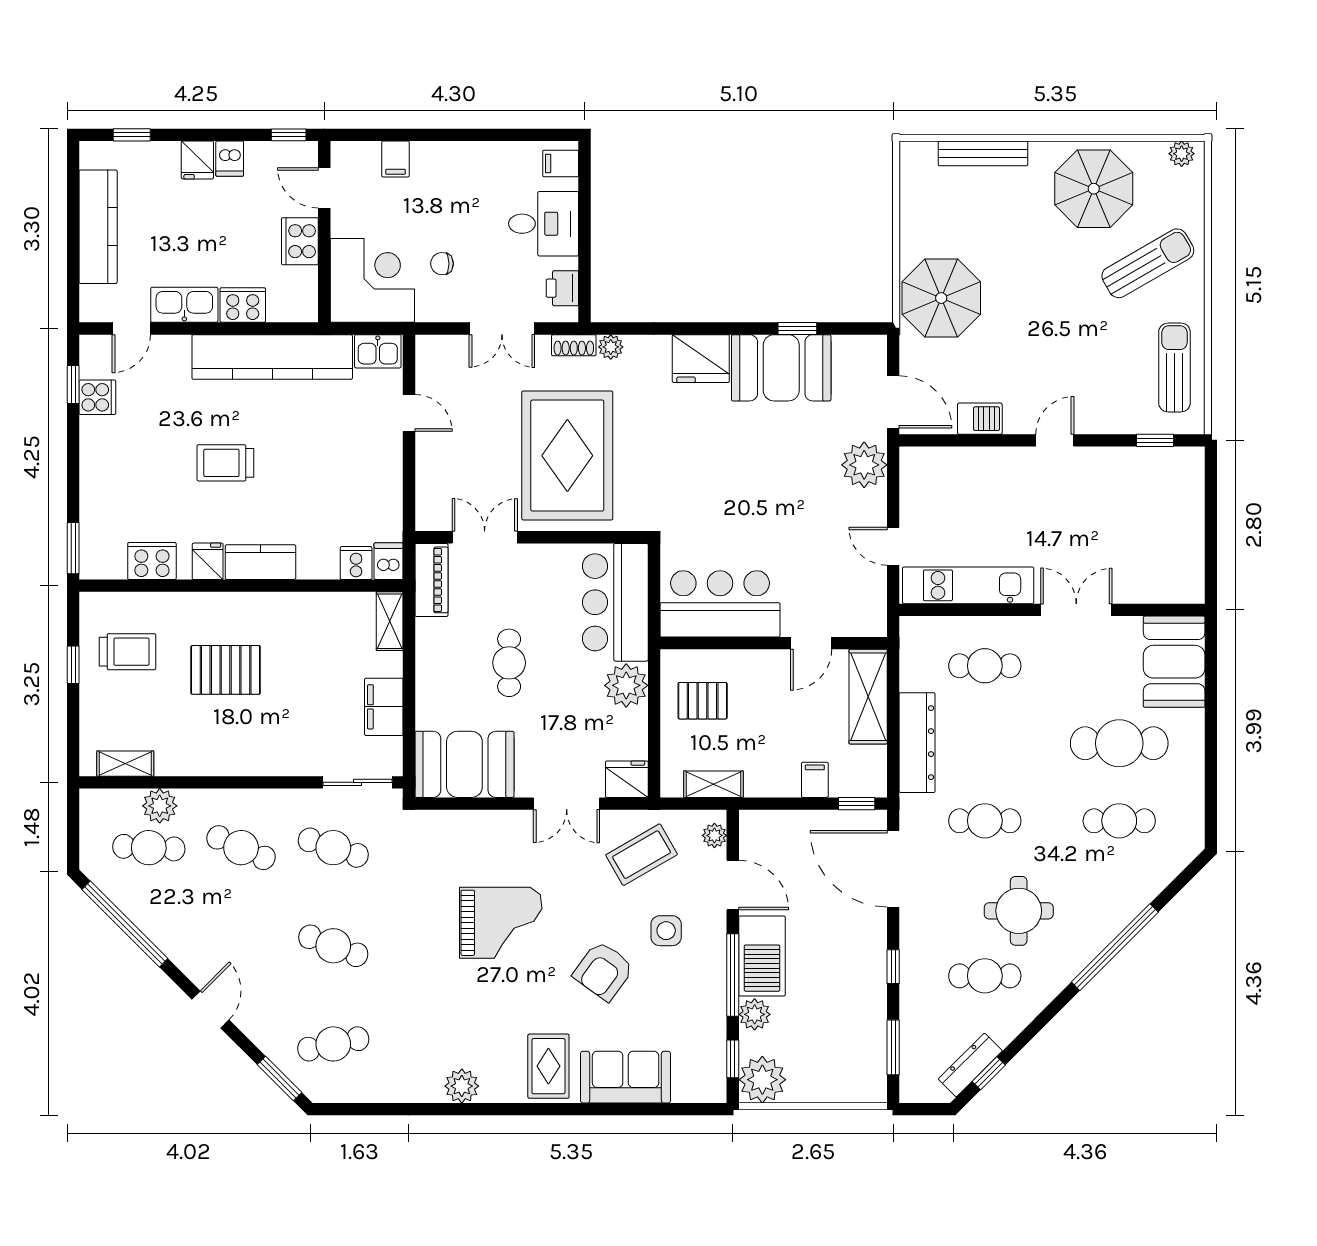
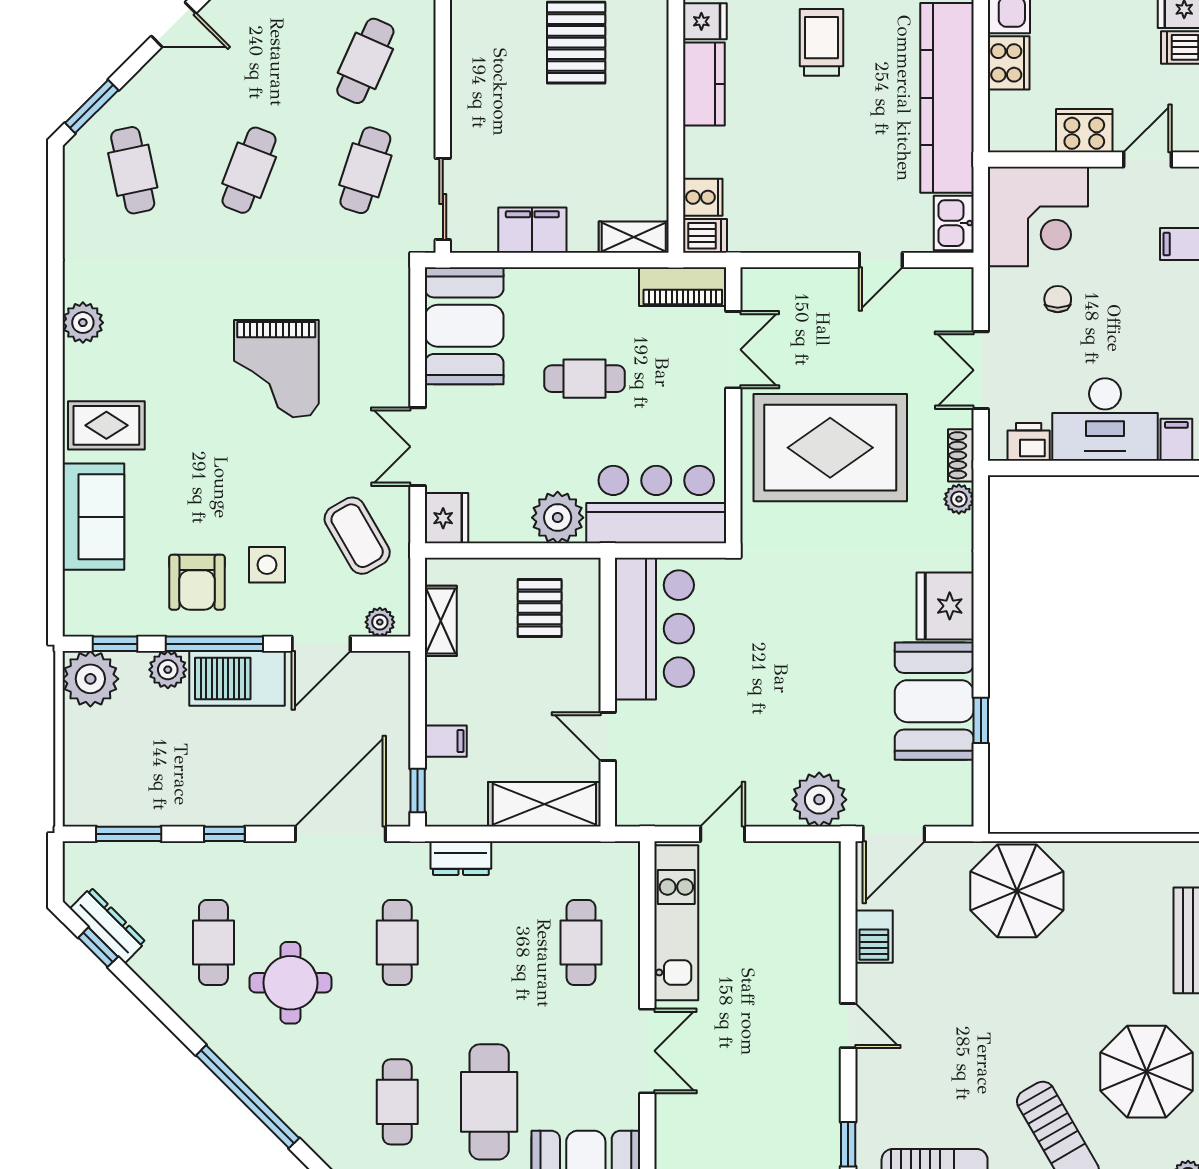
desk: (544, 224) -> (1105, 419), width x1.37
dresser: (917, 743) -> (461, 858), width x0.51, depth x0.80
armchair: (603, 971) -> (197, 582), moved, turned -126

